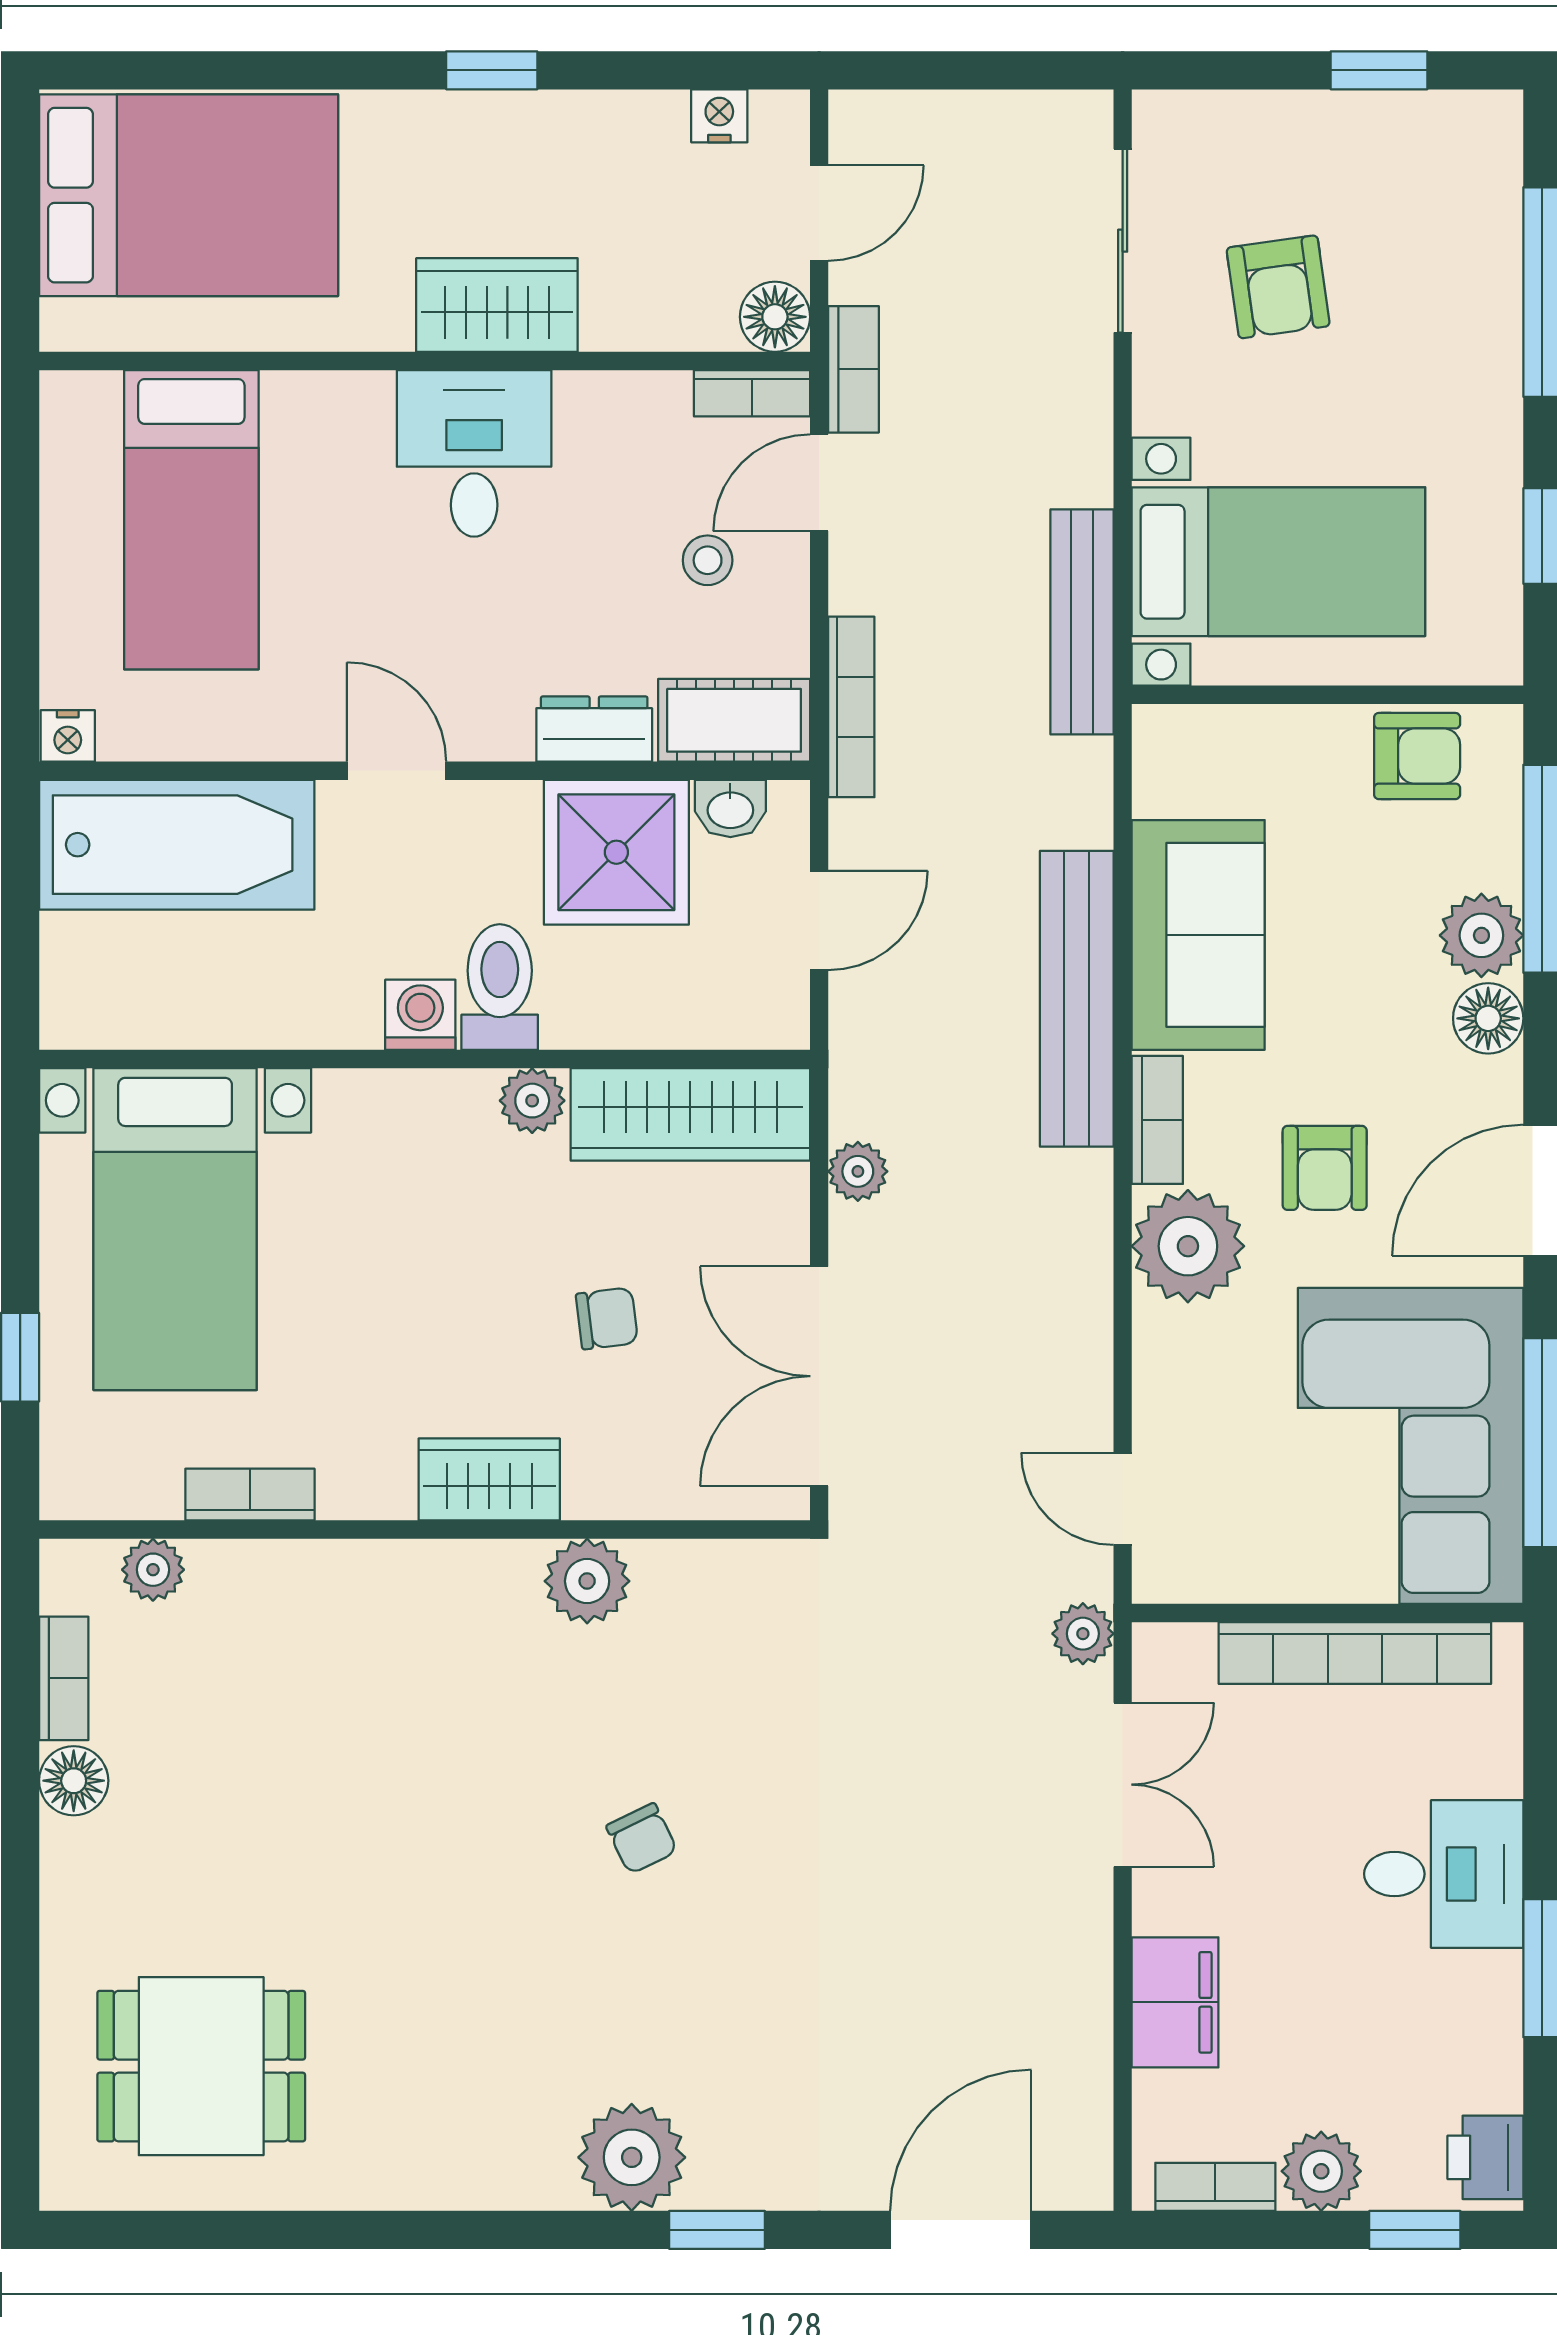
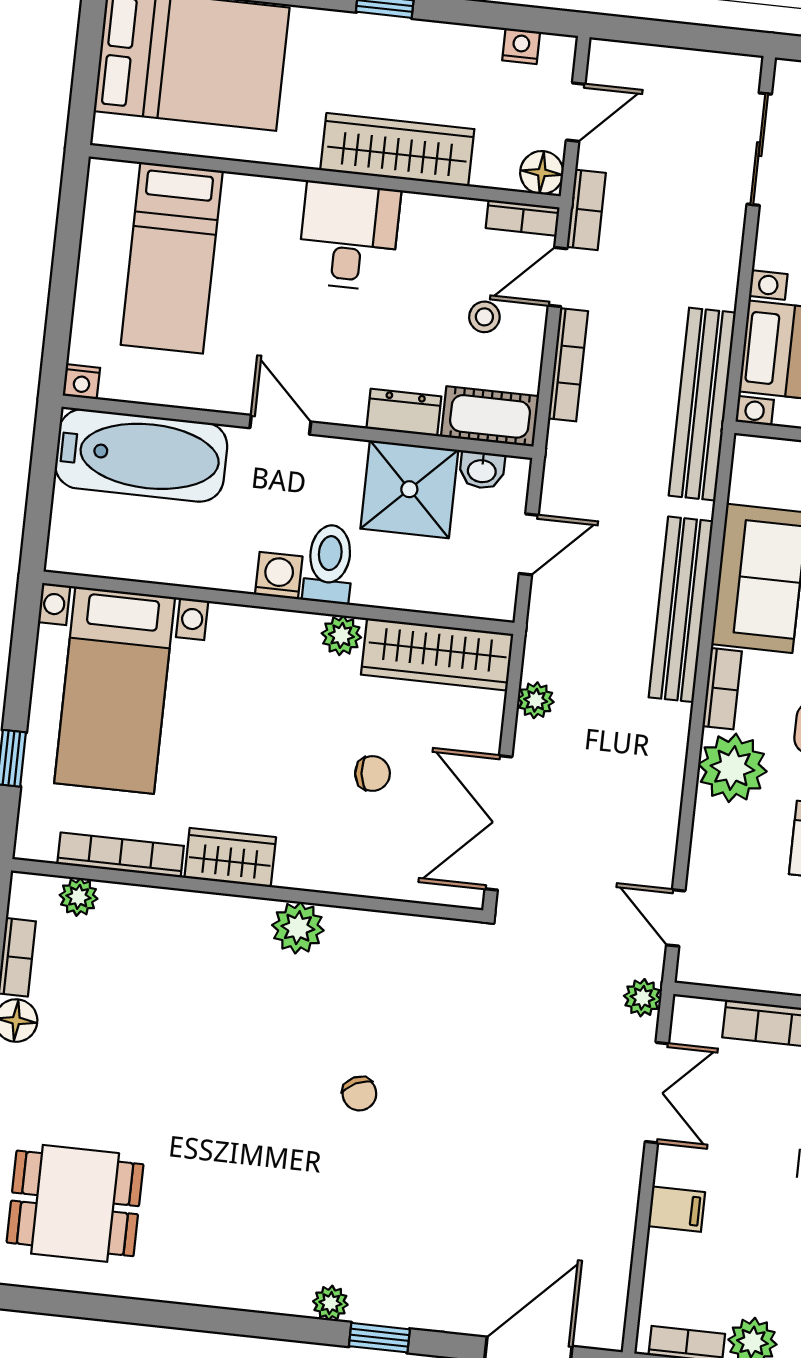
wardrobe: (497, 305) -> (397, 150), width x1.50
bench: (1082, 622) -> (702, 404), width x1.37, depth x1.21
bookcase: (851, 707) -> (568, 365), moved
wardrobe: (489, 1479) -> (230, 858), moved
bookcase: (250, 1495) -> (121, 855), width x1.56
plant: (587, 1581) -> (298, 928), moved
filing cabinet: (1175, 2002) -> (677, 1209), width x0.50
plant: (632, 2157) -> (330, 1303), width x0.53, depth x0.53

